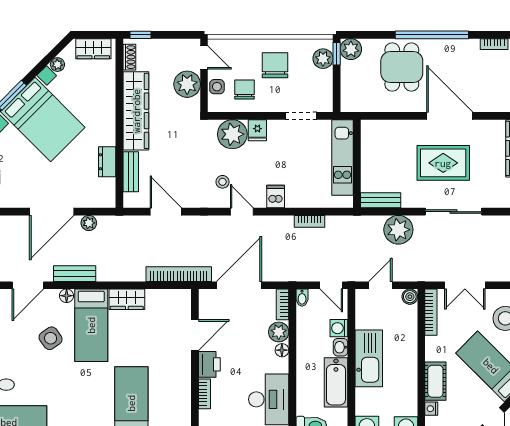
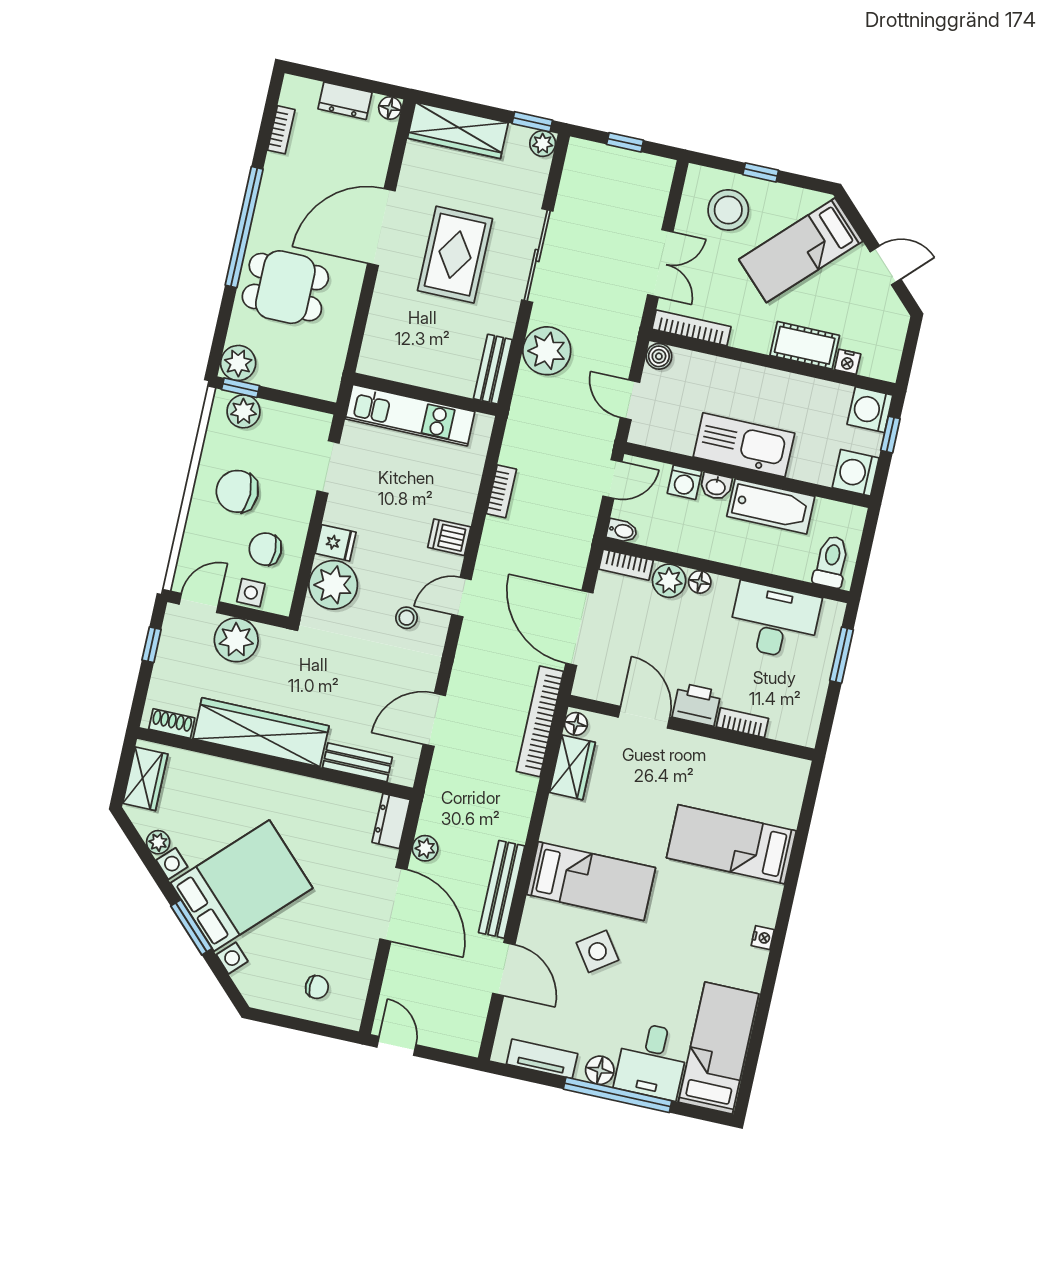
window: (141, 35) -> (152, 645), moved
dresser: (107, 162) -> (391, 821), moved, turned 90
bench: (75, 274) -> (502, 889), width x1.36
floor lamp: (67, 296) -> (576, 724), moved
wardrobe: (127, 299) -> (572, 767), moved

